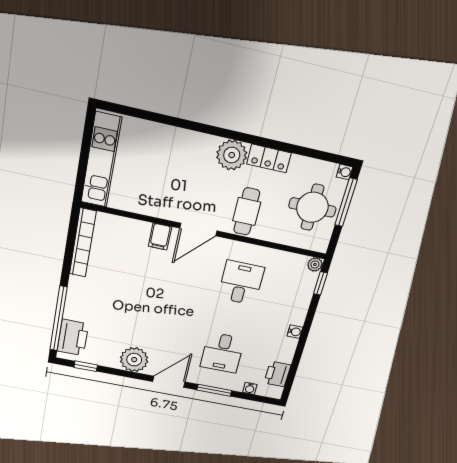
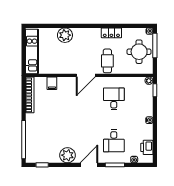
plant: (232, 155) -> (65, 35), moved
filing cabinet: (160, 237) -> (52, 83), moved
printer: (73, 338) -> (33, 149), removed

